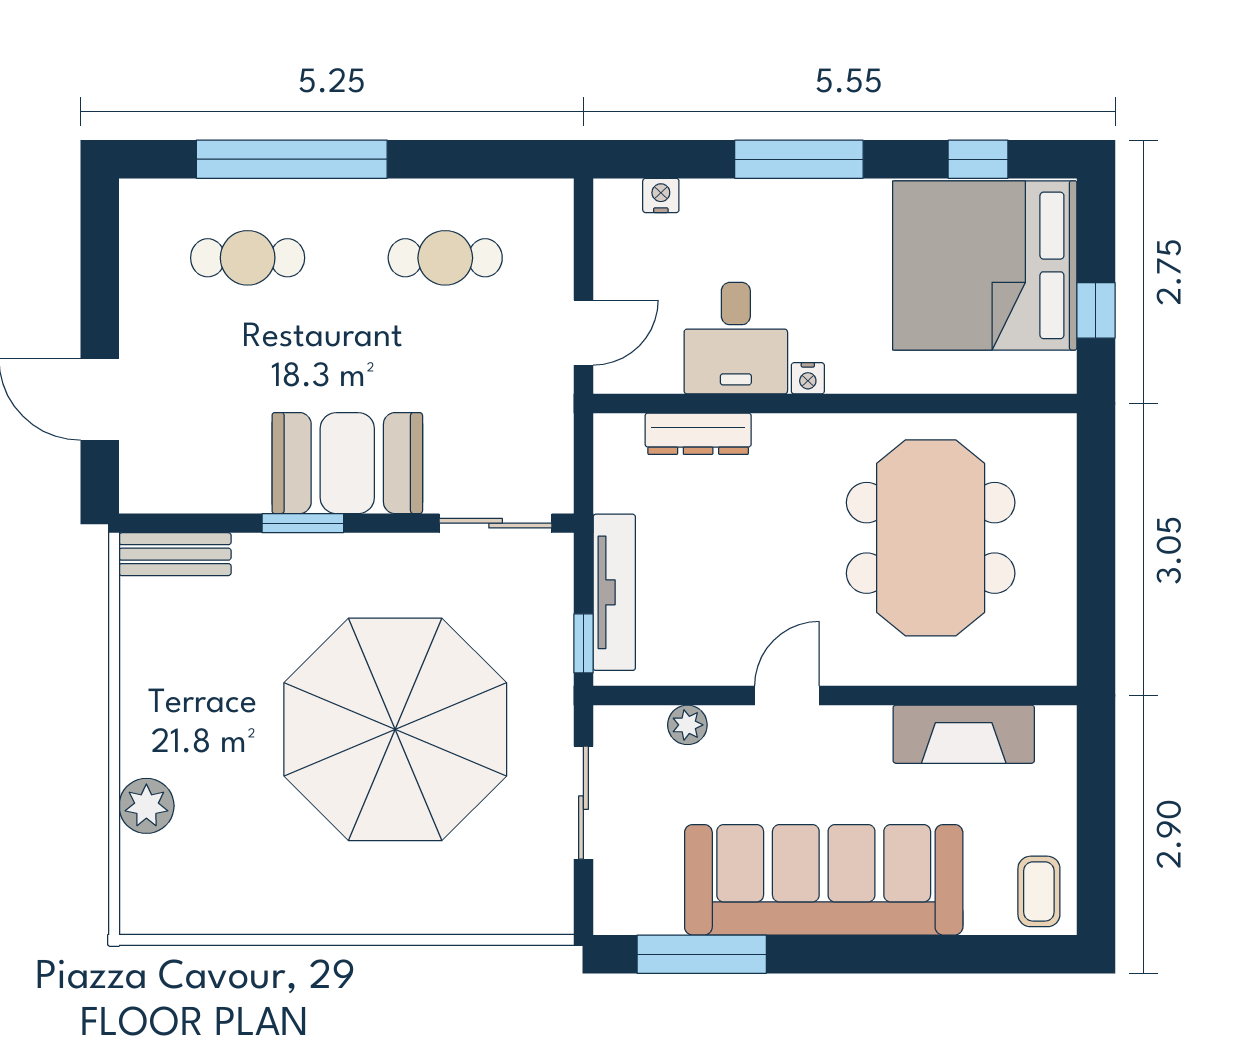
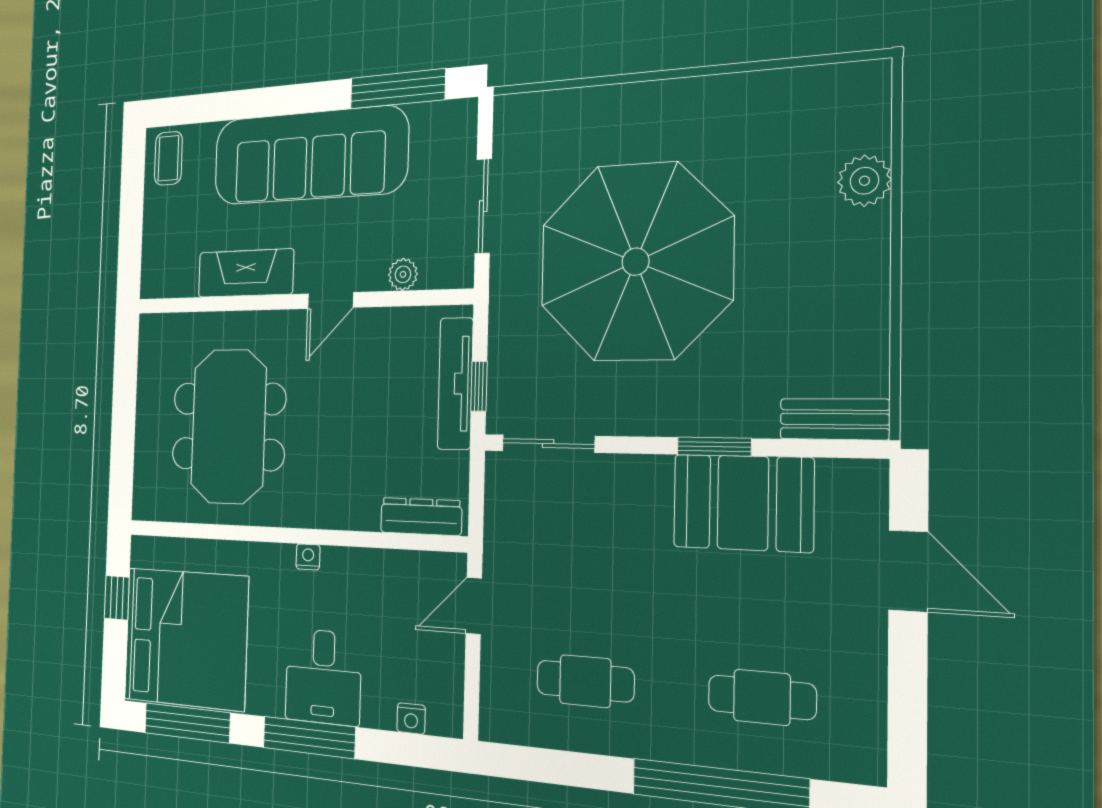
window: (978, 159) -> (187, 723), width x2.17
desk: (736, 338) -> (323, 677), moved, turned 180
dresser: (698, 434) -> (421, 517), moved
booth: (347, 463) -> (743, 503), moved
window: (583, 643) -> (479, 386), moved
fireplace: (964, 734) -> (246, 273), moved

